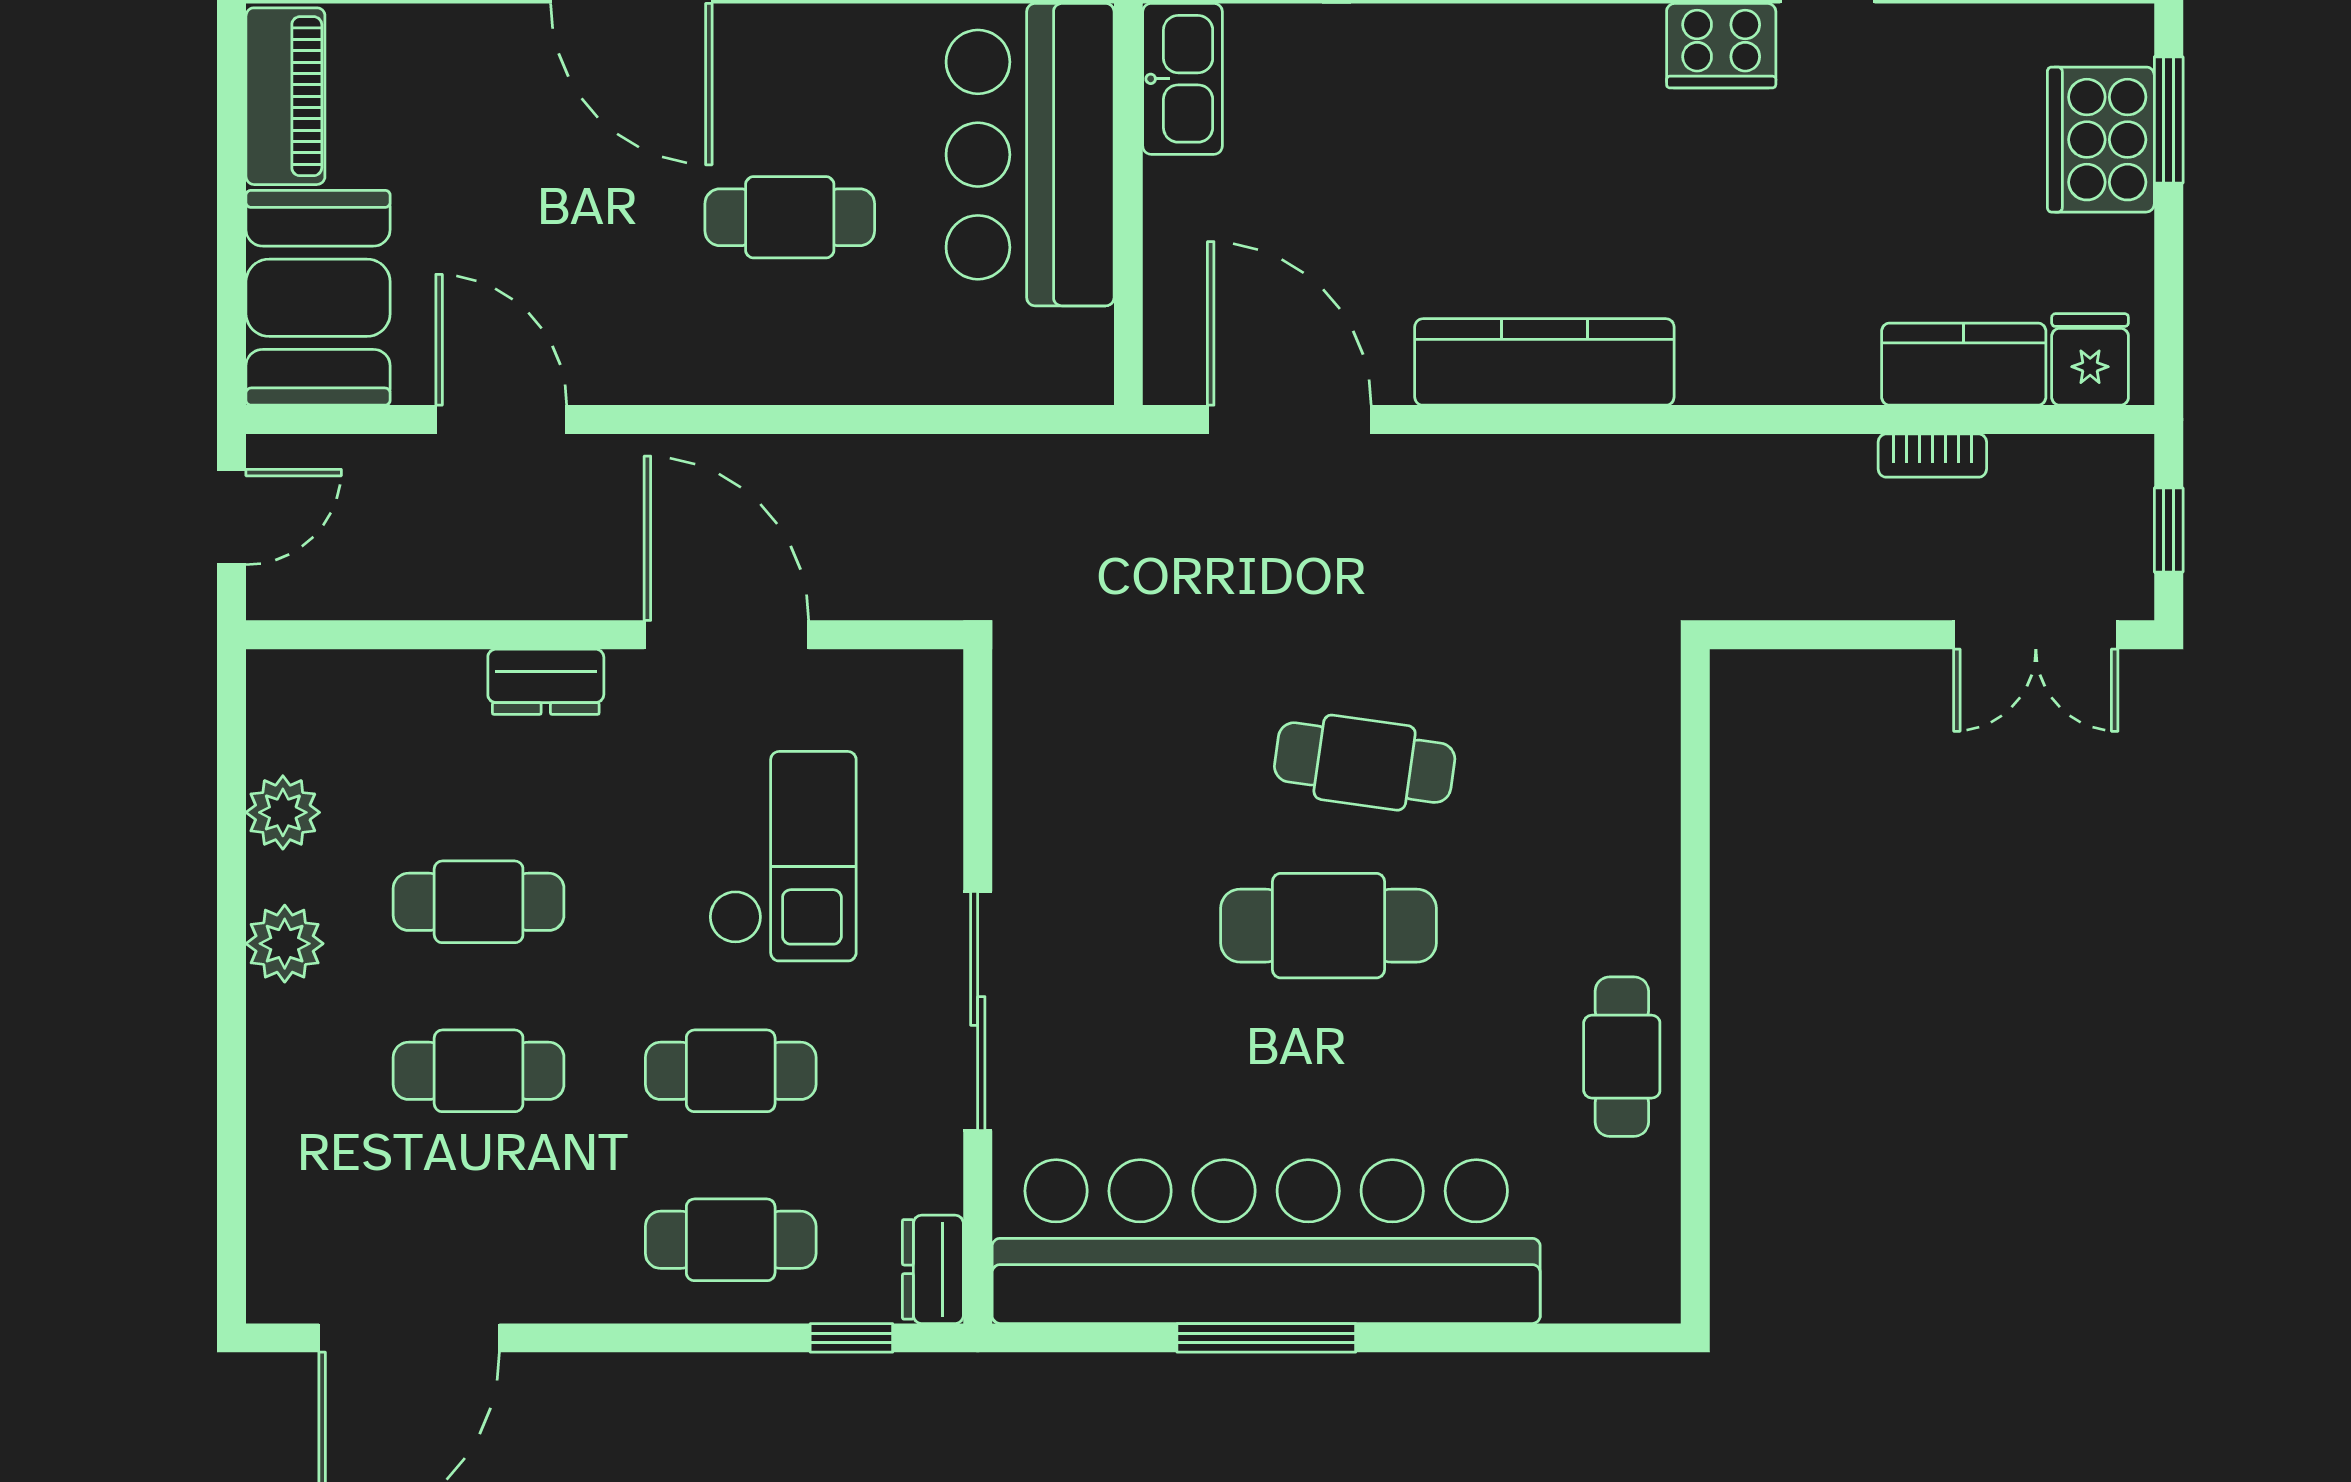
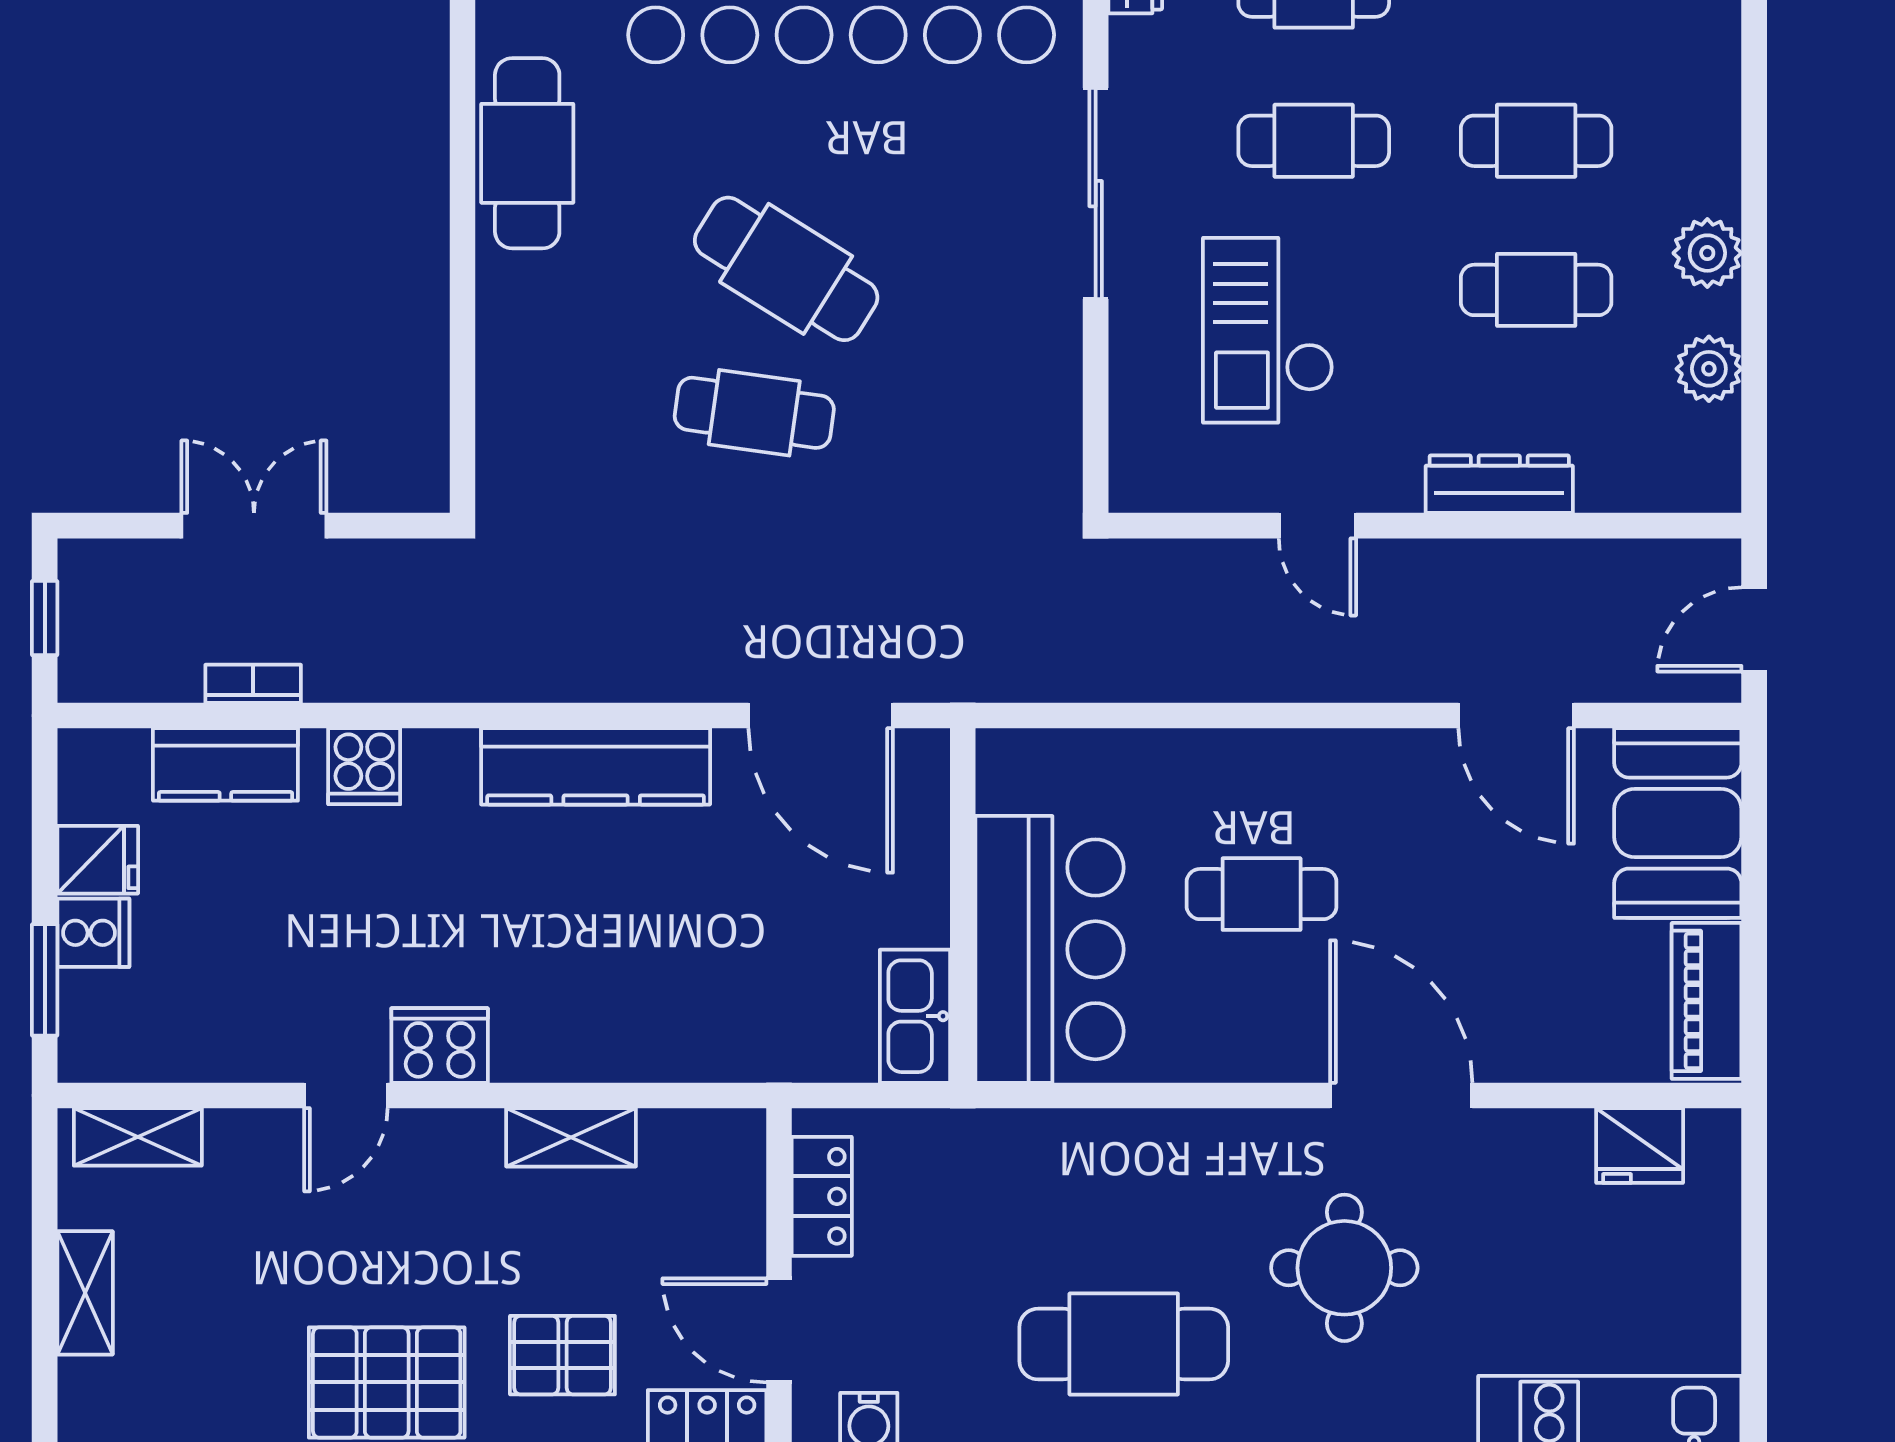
cooker: (2101, 140) -> (93, 933), width x0.53, depth x0.76
fridge: (2090, 359) -> (98, 860), moved, turned -90
cooker: (1807, 362) -> (364, 766), added
door: (726, 635) -> (1317, 526), width x0.53
double door: (2036, 635) -> (254, 526), moved
dresser: (546, 682) -> (1499, 484), width x1.44
cafe table: (1328, 926) -> (786, 269), turned 32
cafe table: (1622, 1057) -> (527, 153), width x1.37, depth x1.35

